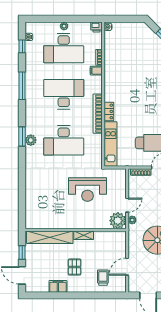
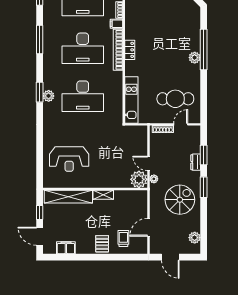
desk: (64, 94) -> (83, 48), turned 180
locker: (109, 111) -> (130, 50), moved
bookcase: (98, 114) -> (118, 50), moved
reception desk: (87, 190) -> (69, 159), moved
door: (127, 205) -> (149, 163), swing flipped
pallet: (75, 267) -> (102, 244), moved
filing cabinet: (58, 286) -> (66, 248), moved

